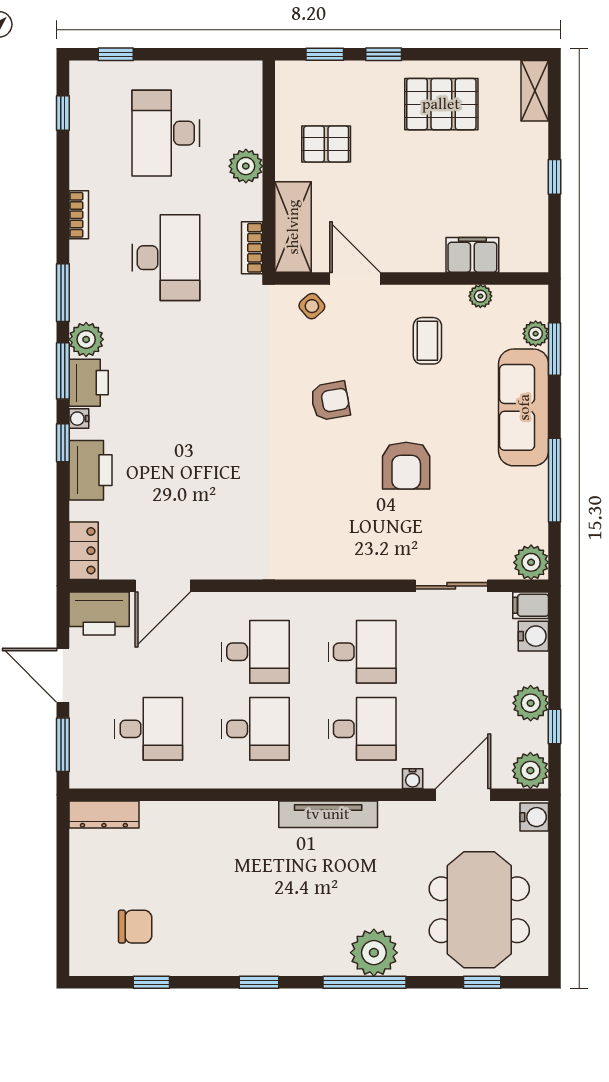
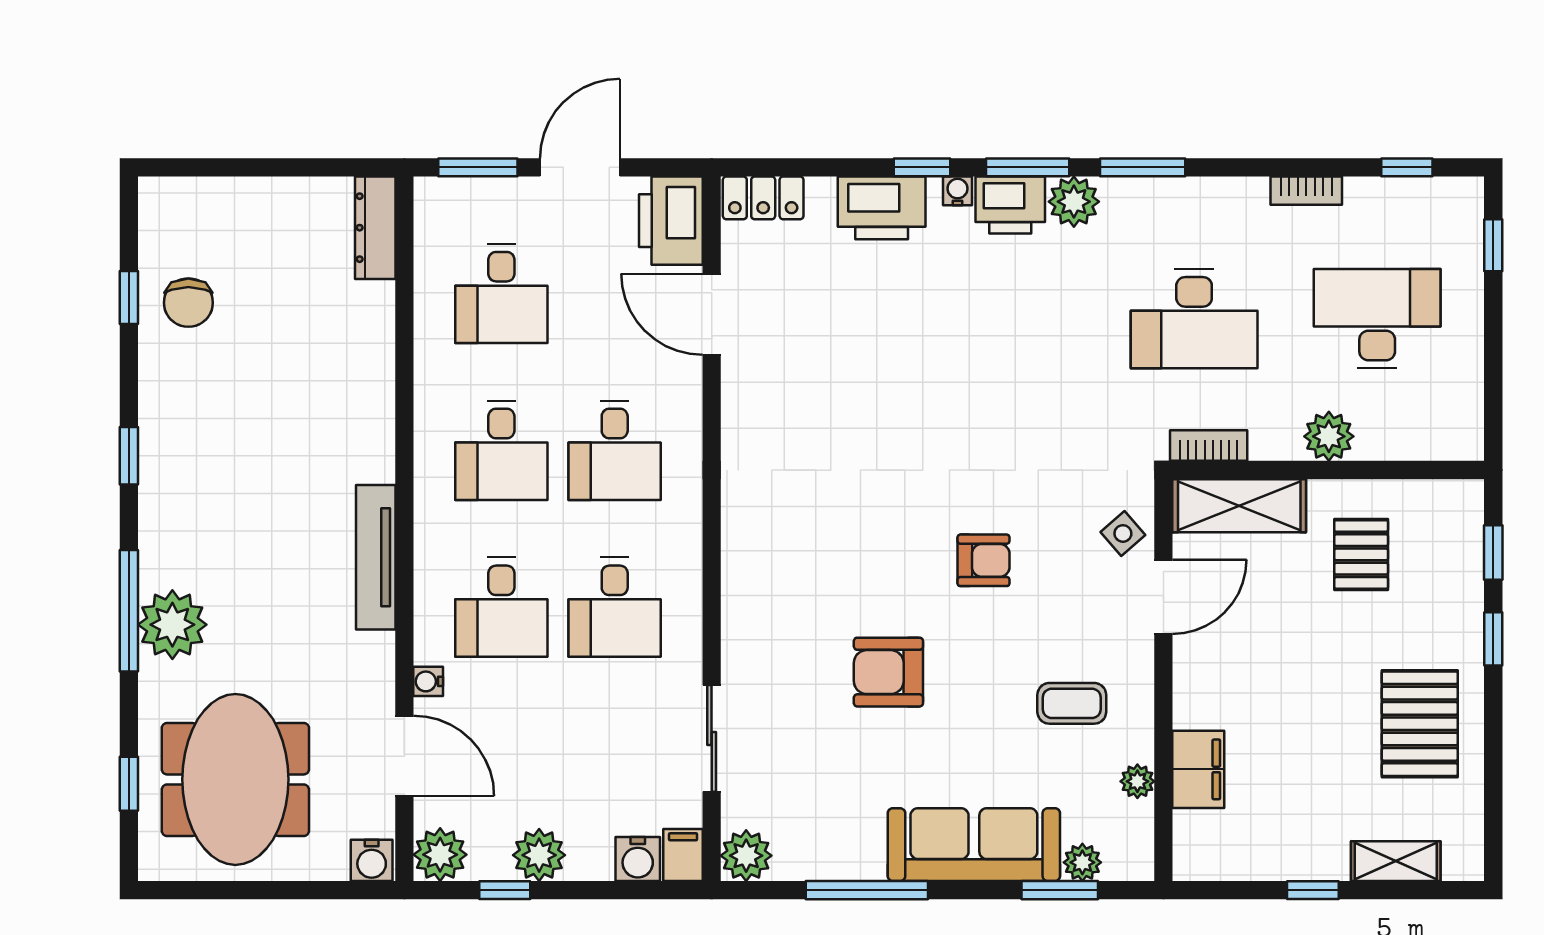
shelving: (535, 91) -> (1396, 861), moved
bookcase: (79, 215) -> (1306, 191), moved
armchair: (330, 401) -> (984, 560), turned -80
meeting table: (479, 910) -> (235, 779), turned 90
chair: (135, 927) -> (188, 303), moved

